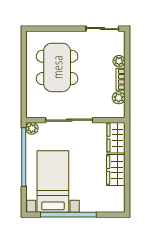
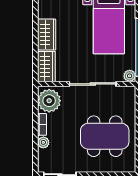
dining table: (57, 67) -> (105, 136), turned 90
plant: (119, 98) -> (49, 101), width x1.87, depth x1.87

